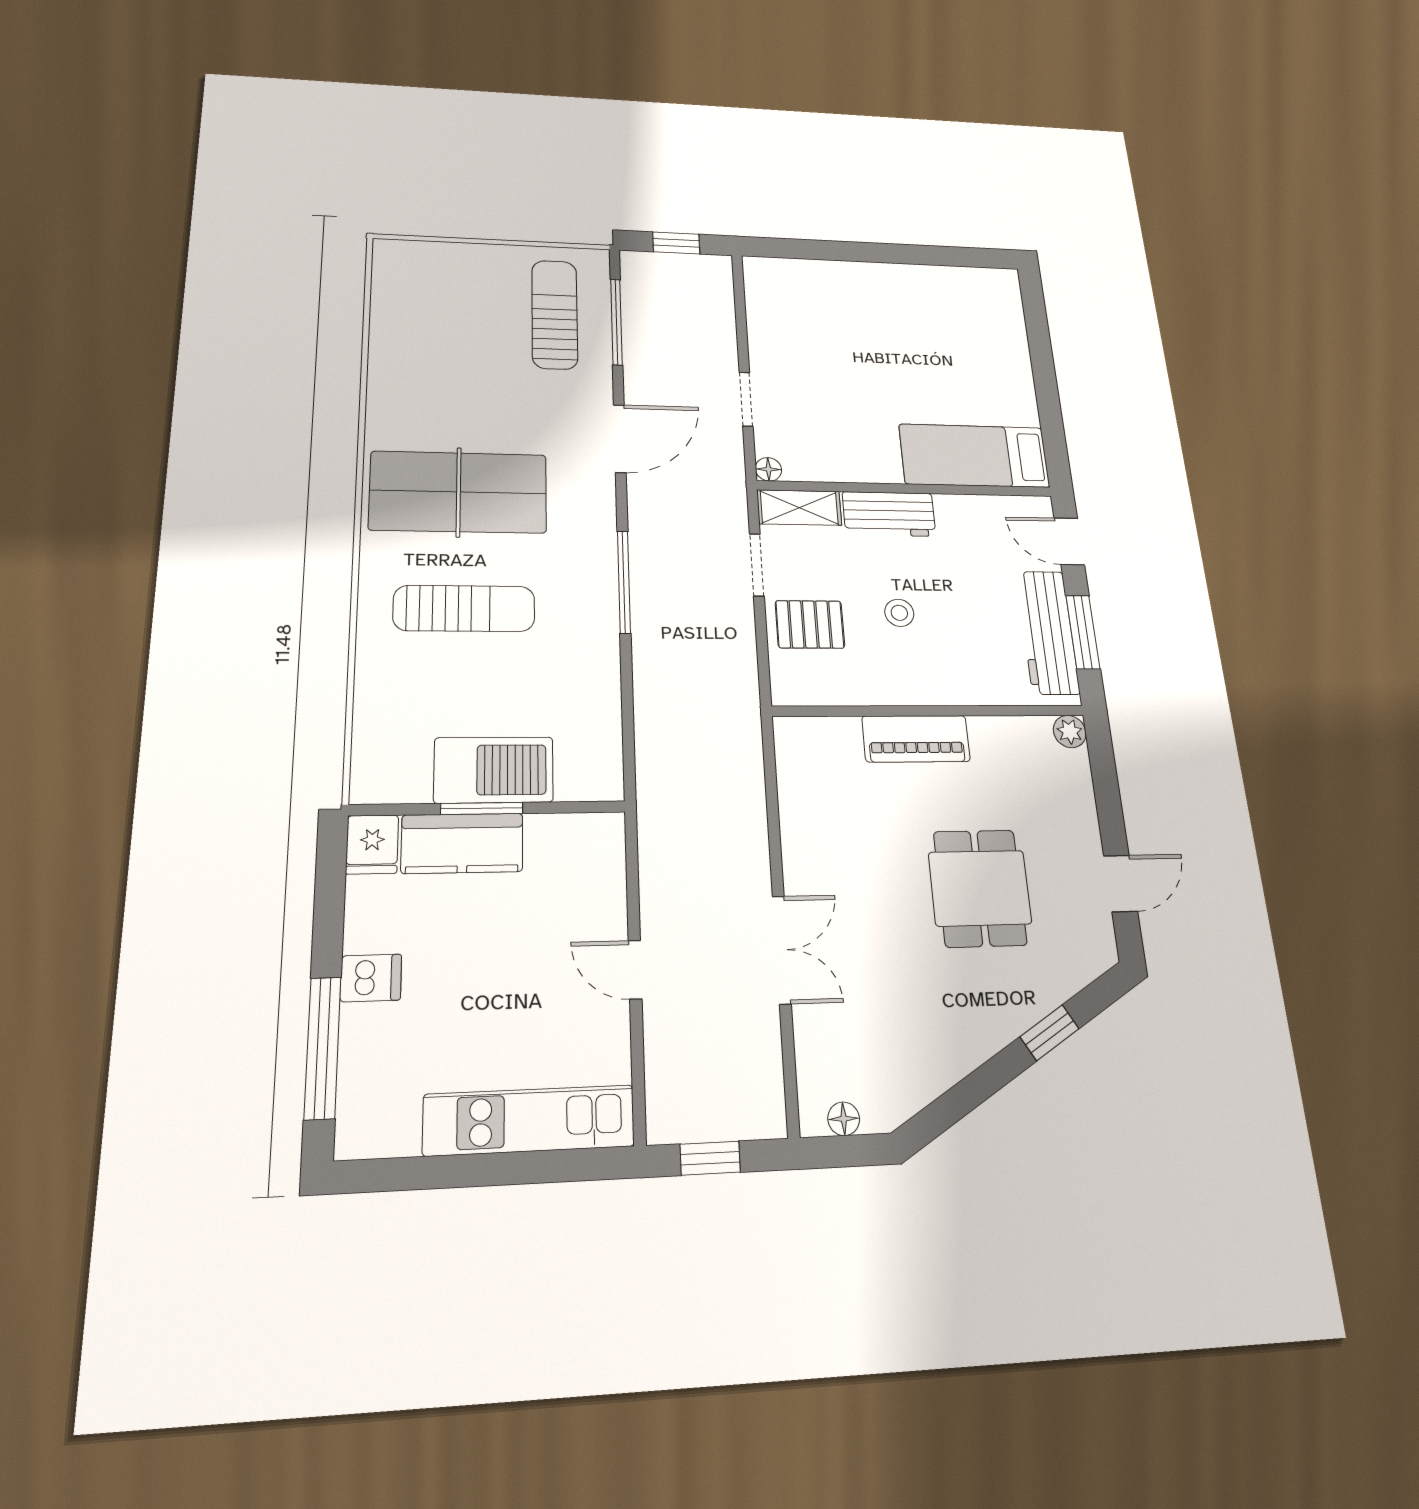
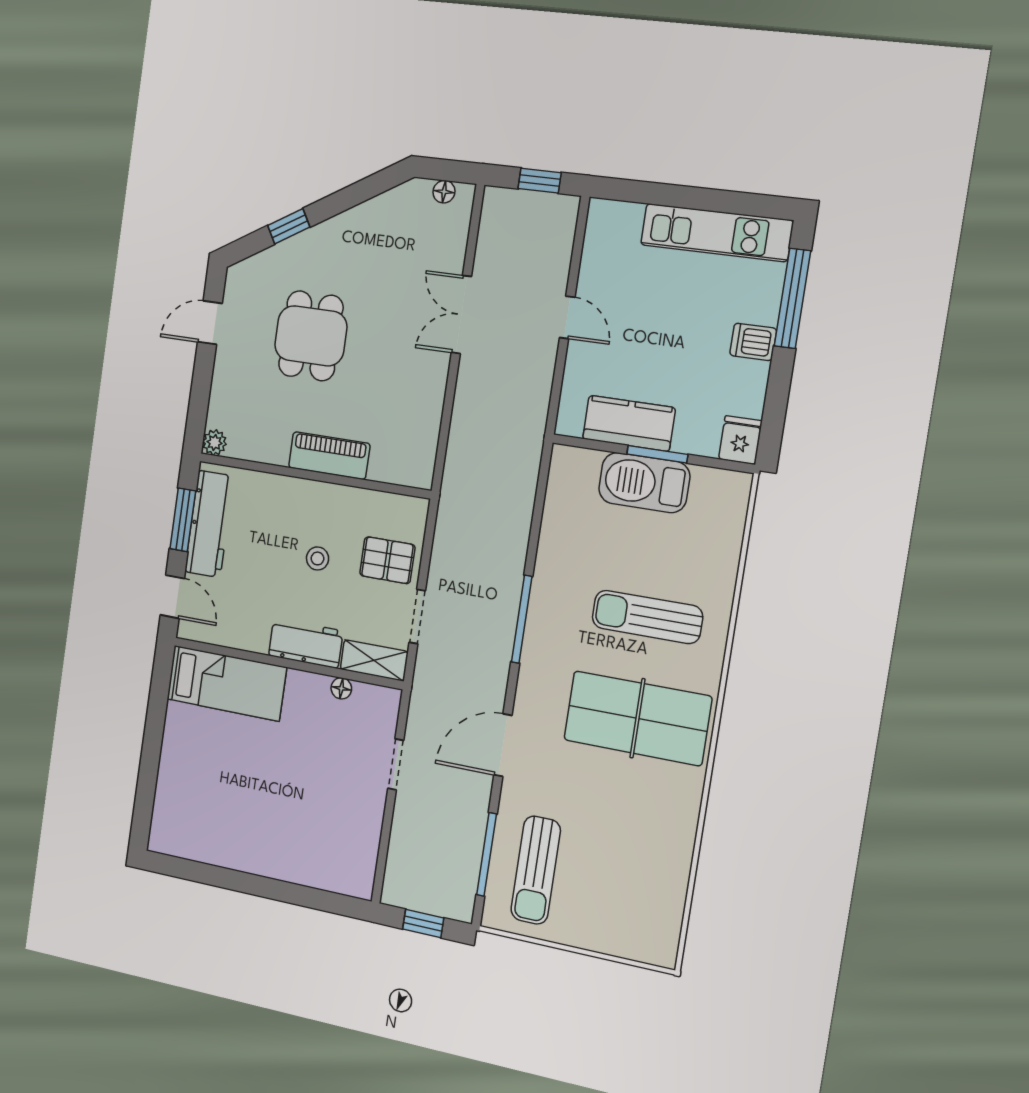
floor lamp: (768, 469) -> (341, 688), moved
kitchen counter: (462, 843) -> (629, 423), moved
kitchen unit: (529, 1120) -> (716, 233), moved

